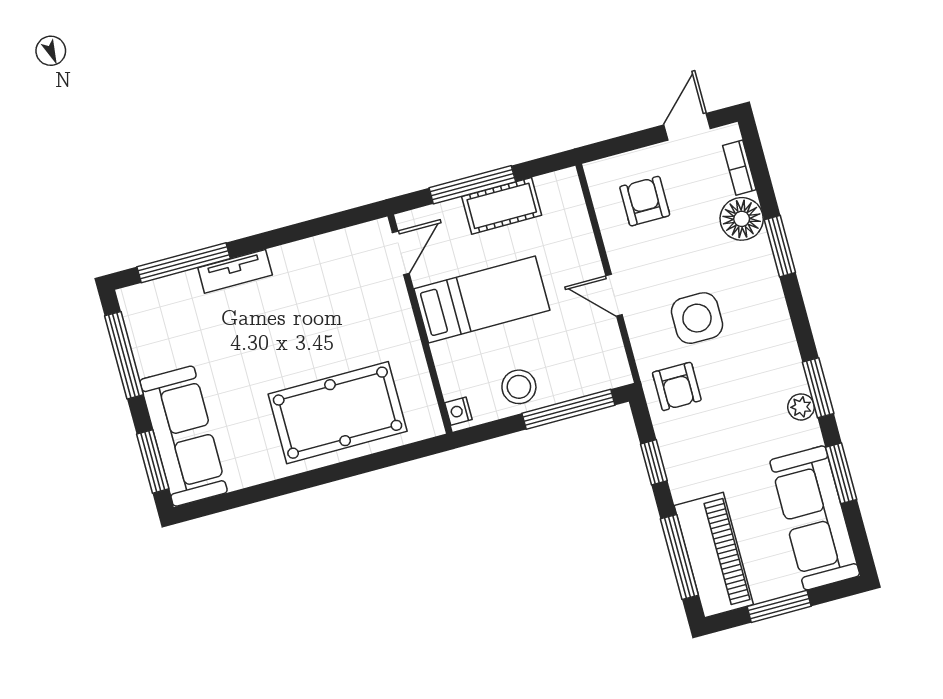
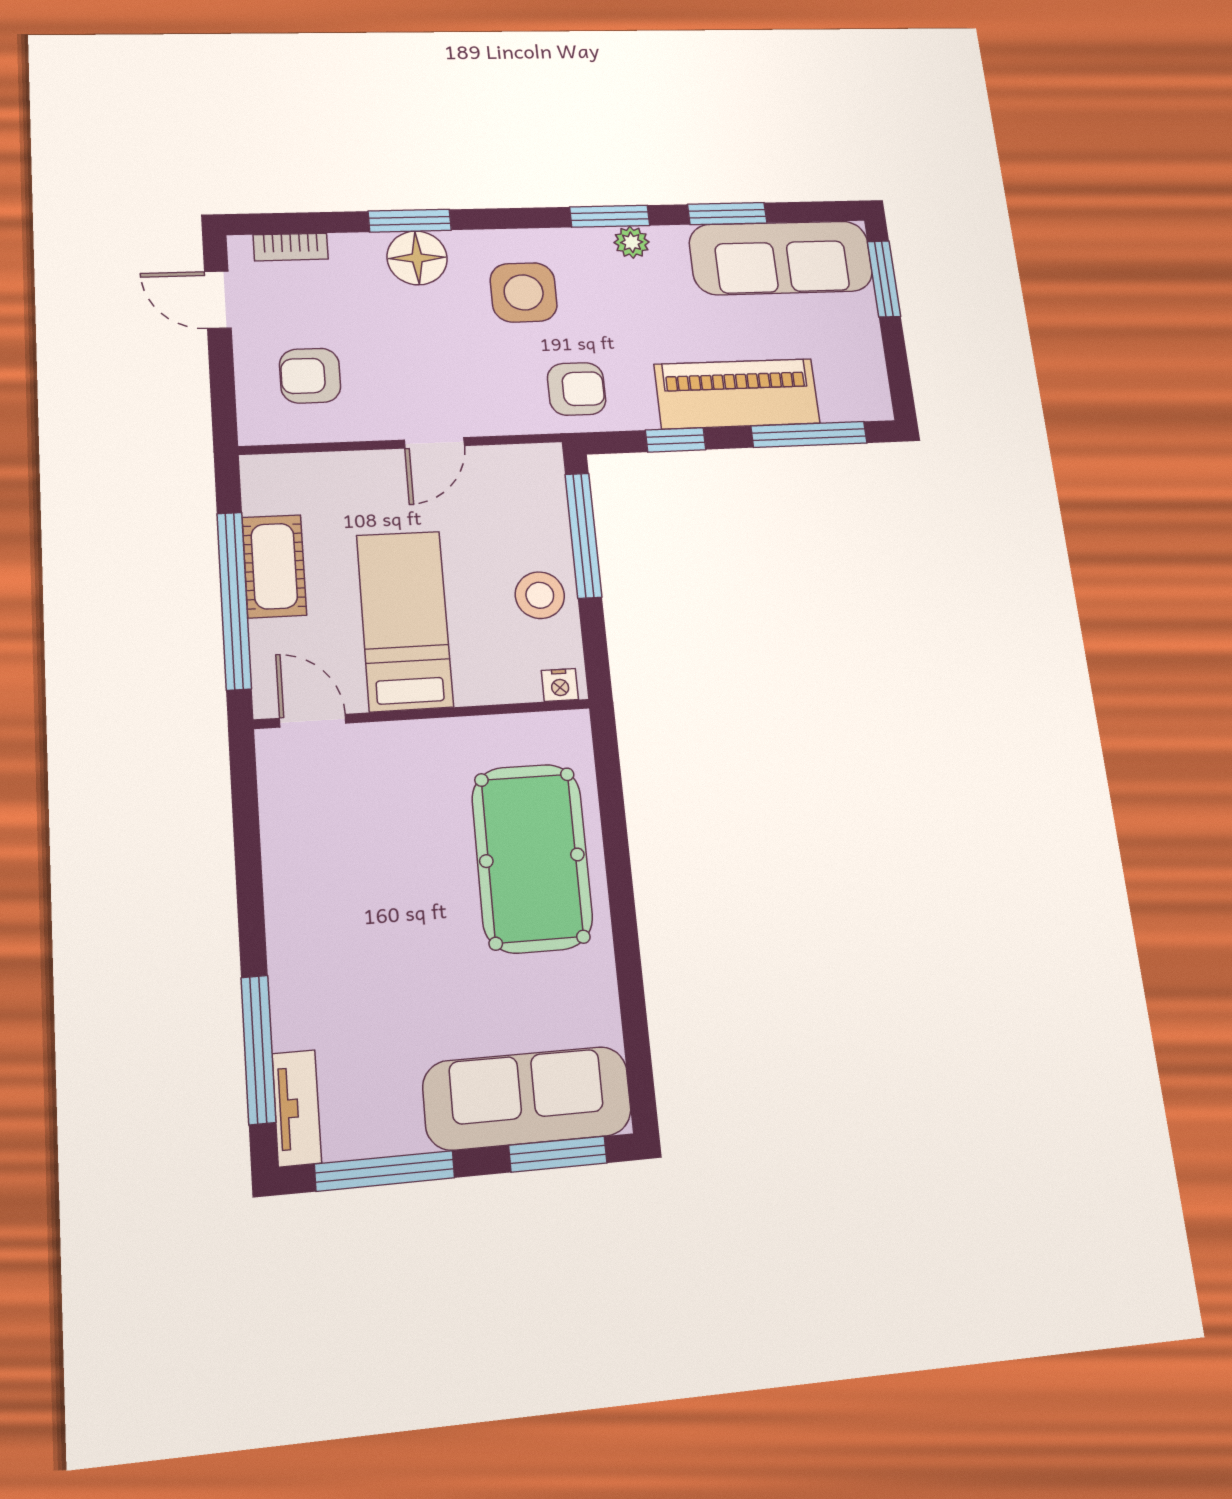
window: (472, 185) -> (234, 600), width x1.46
floor lamp: (742, 219) -> (417, 258), moved
tv unit: (235, 271) -> (297, 1108), moved
side table: (697, 318) -> (524, 292), moved
piano: (714, 555) -> (737, 394), moved
window: (779, 606) -> (884, 279), moved

